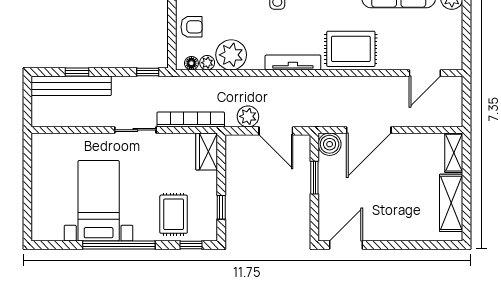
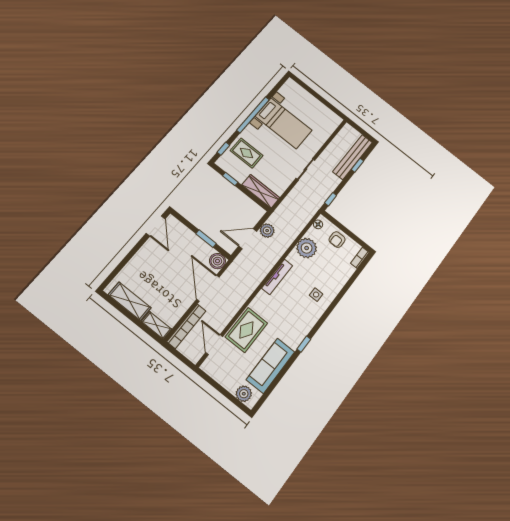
rug: (351, 49) -> (246, 330), moved
plant: (207, 63) -> (312, 232), removed
bookcase: (191, 119) -> (186, 326), moved
wardrobe: (207, 151) -> (261, 191), width x1.50

